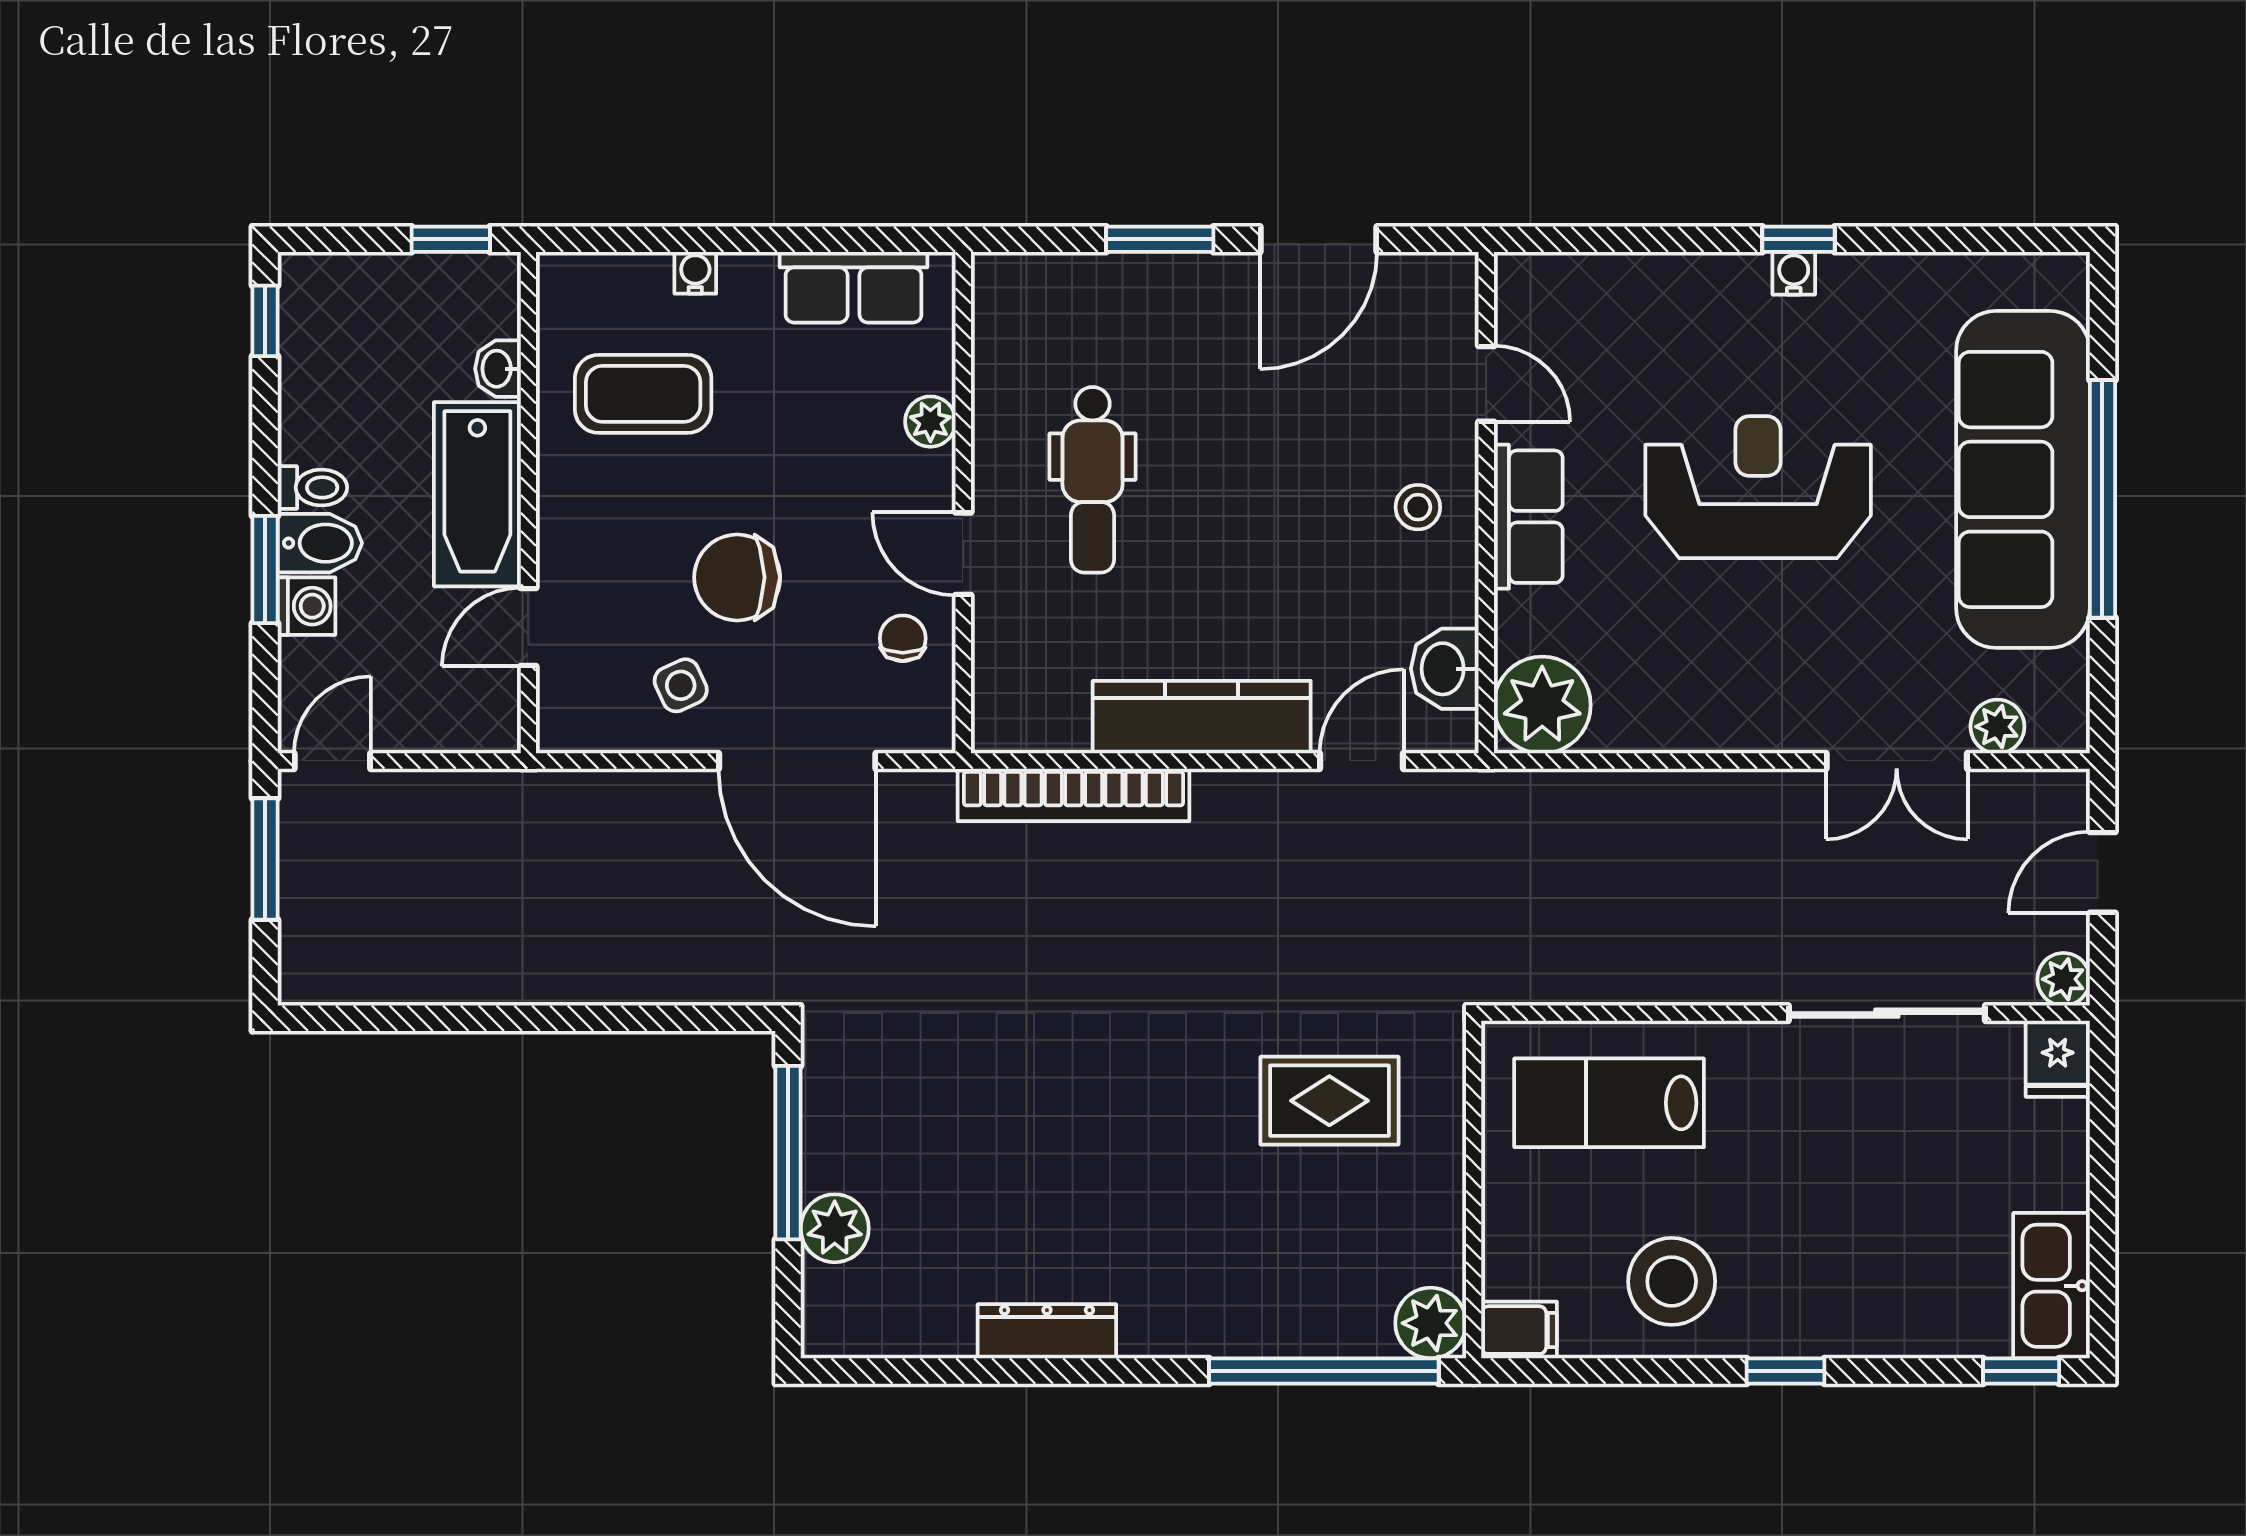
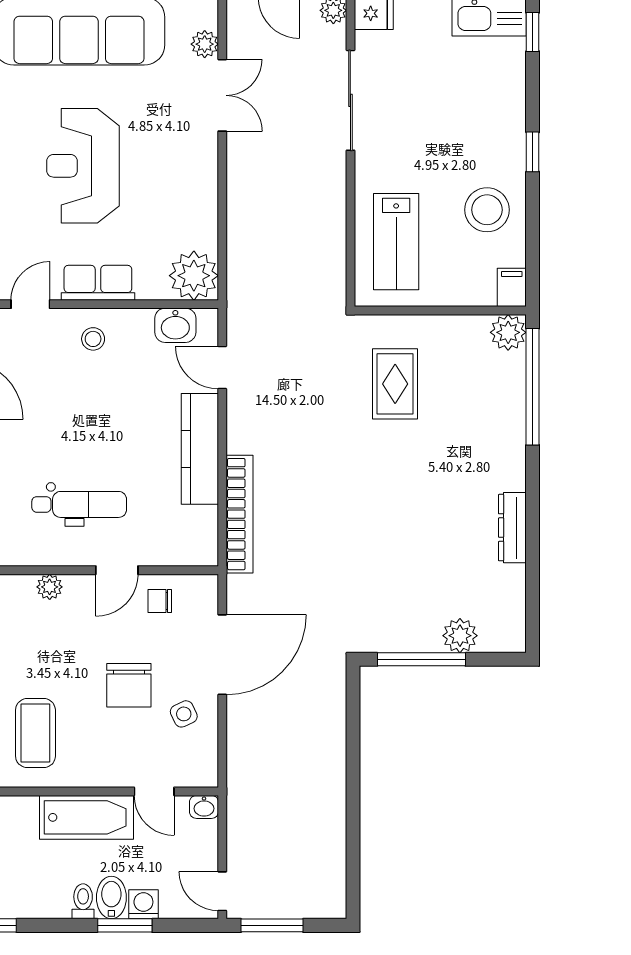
washbasin: (498, 369) -> (204, 807), moved

